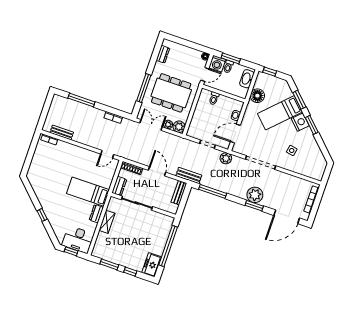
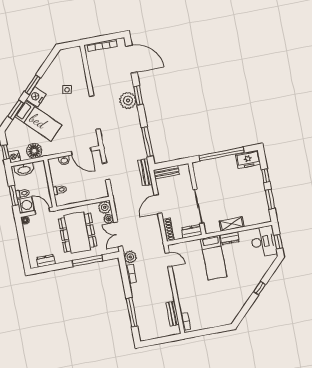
nightstand: (262, 77) -> (14, 156), added
plant: (226, 158) -> (130, 257), moved

